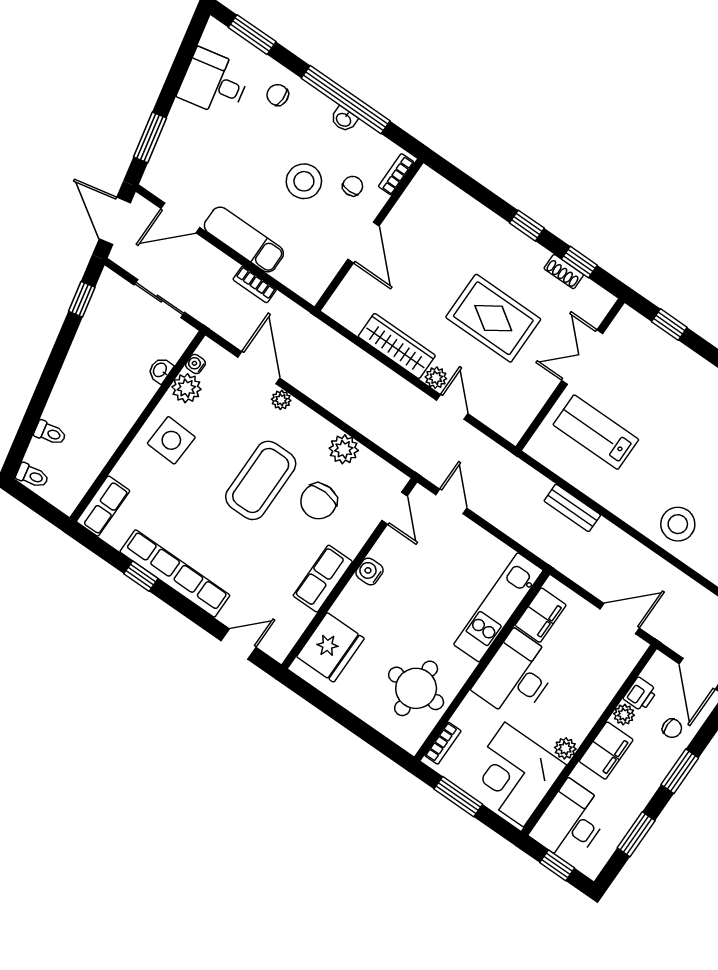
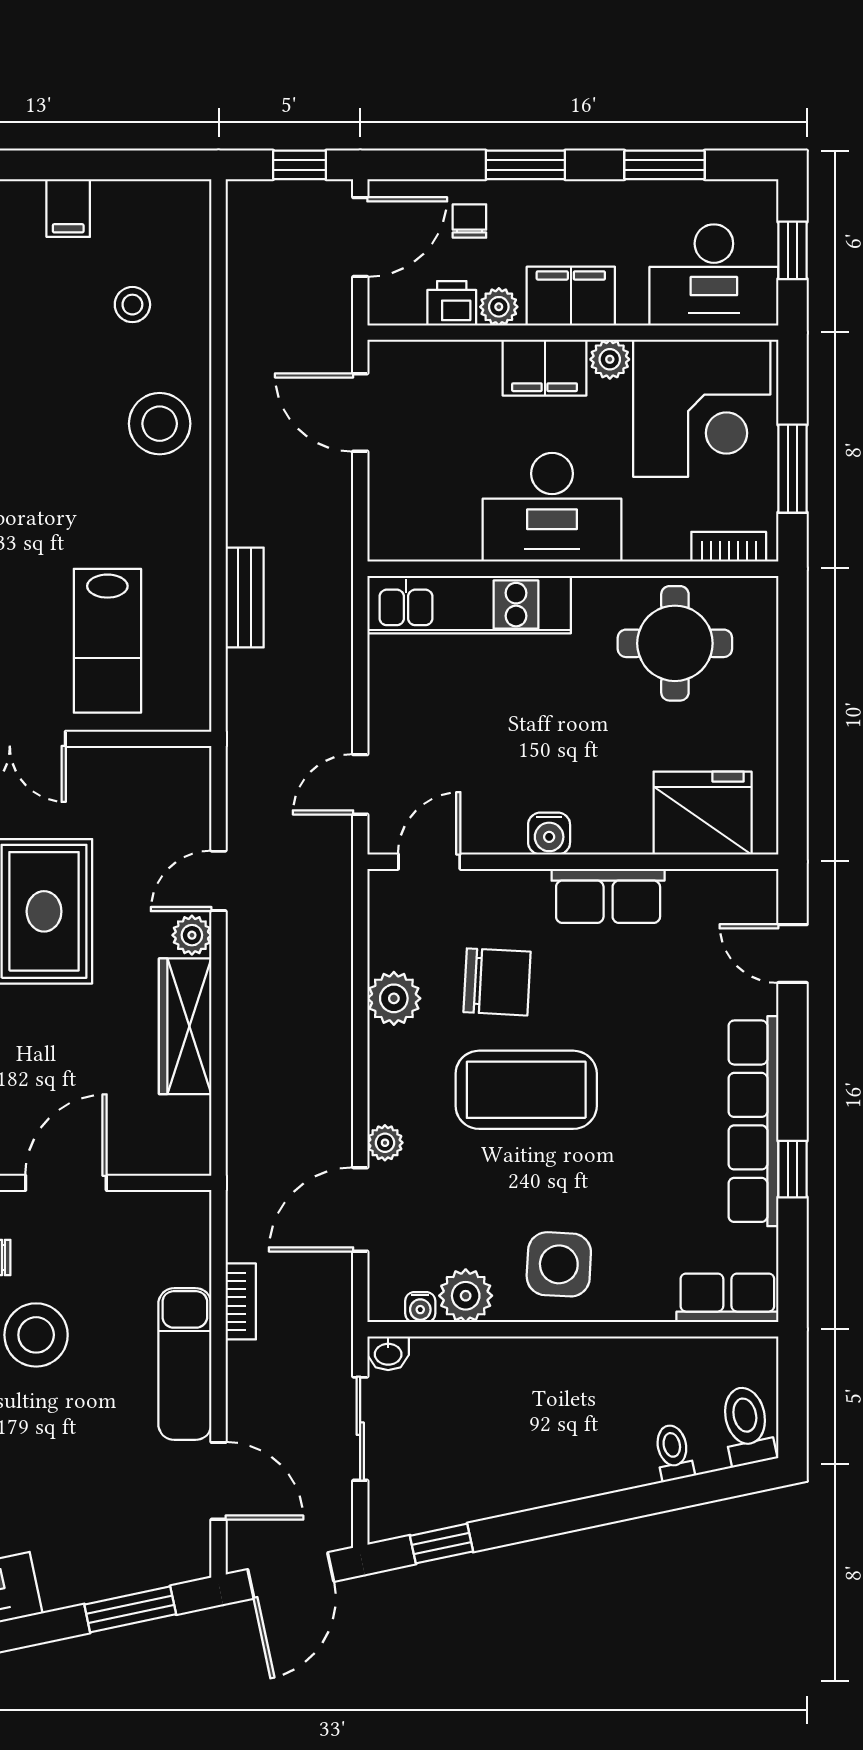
washbasin: (160, 370) -> (388, 1353), moved
toilet: (32, 476) -> (747, 1426), width x1.37, depth x1.39
filing cabinet: (541, 615) -> (545, 368), moved, turned 180

